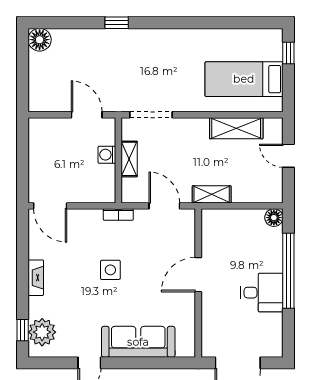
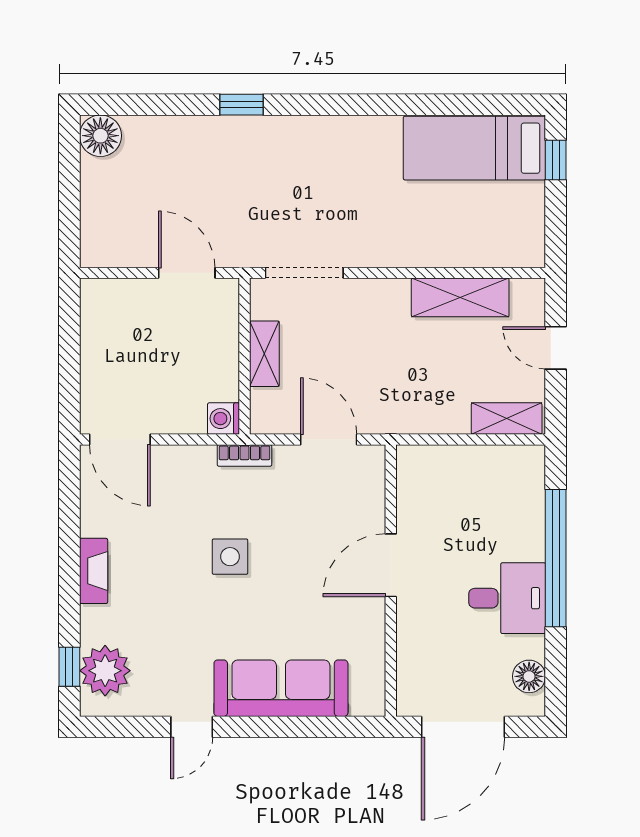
bed: (244, 79) -> (474, 148), moved
washing machine: (107, 155) -> (224, 419), moved
shelving: (212, 194) -> (507, 419), moved
floor lamp: (274, 218) -> (529, 676), moved

